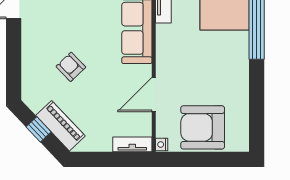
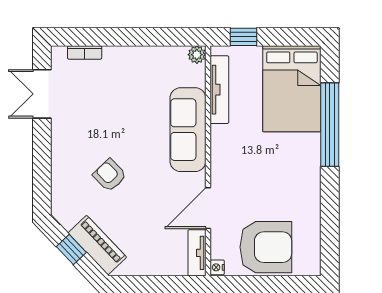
armchair: (203, 127) -> (266, 247), turned 180
tv unit: (132, 144) -> (197, 253), moved, turned -90

